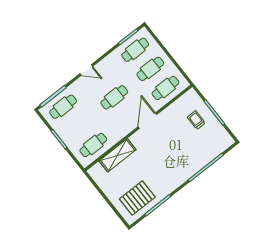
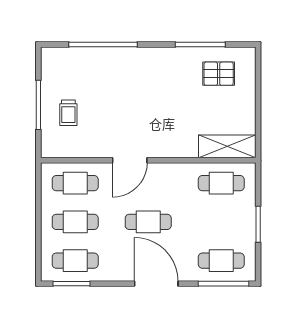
door: (86, 70) -> (156, 284), width x1.87
shelving: (118, 155) -> (227, 146), moved
pallet: (137, 198) -> (219, 74), width x0.67, depth x0.71

